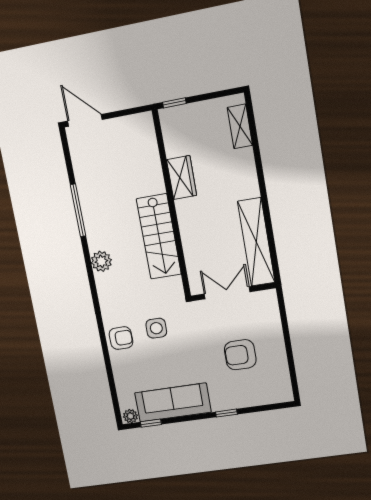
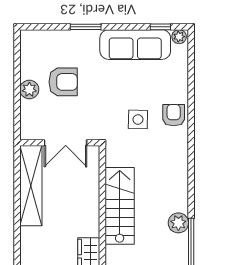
plant: (101, 261) -> (178, 223), moved
armchair: (121, 338) -> (174, 115), turned 90
plant: (274, 342) -> (29, 89), added
window: (226, 413) -> (86, 27), width x1.50

